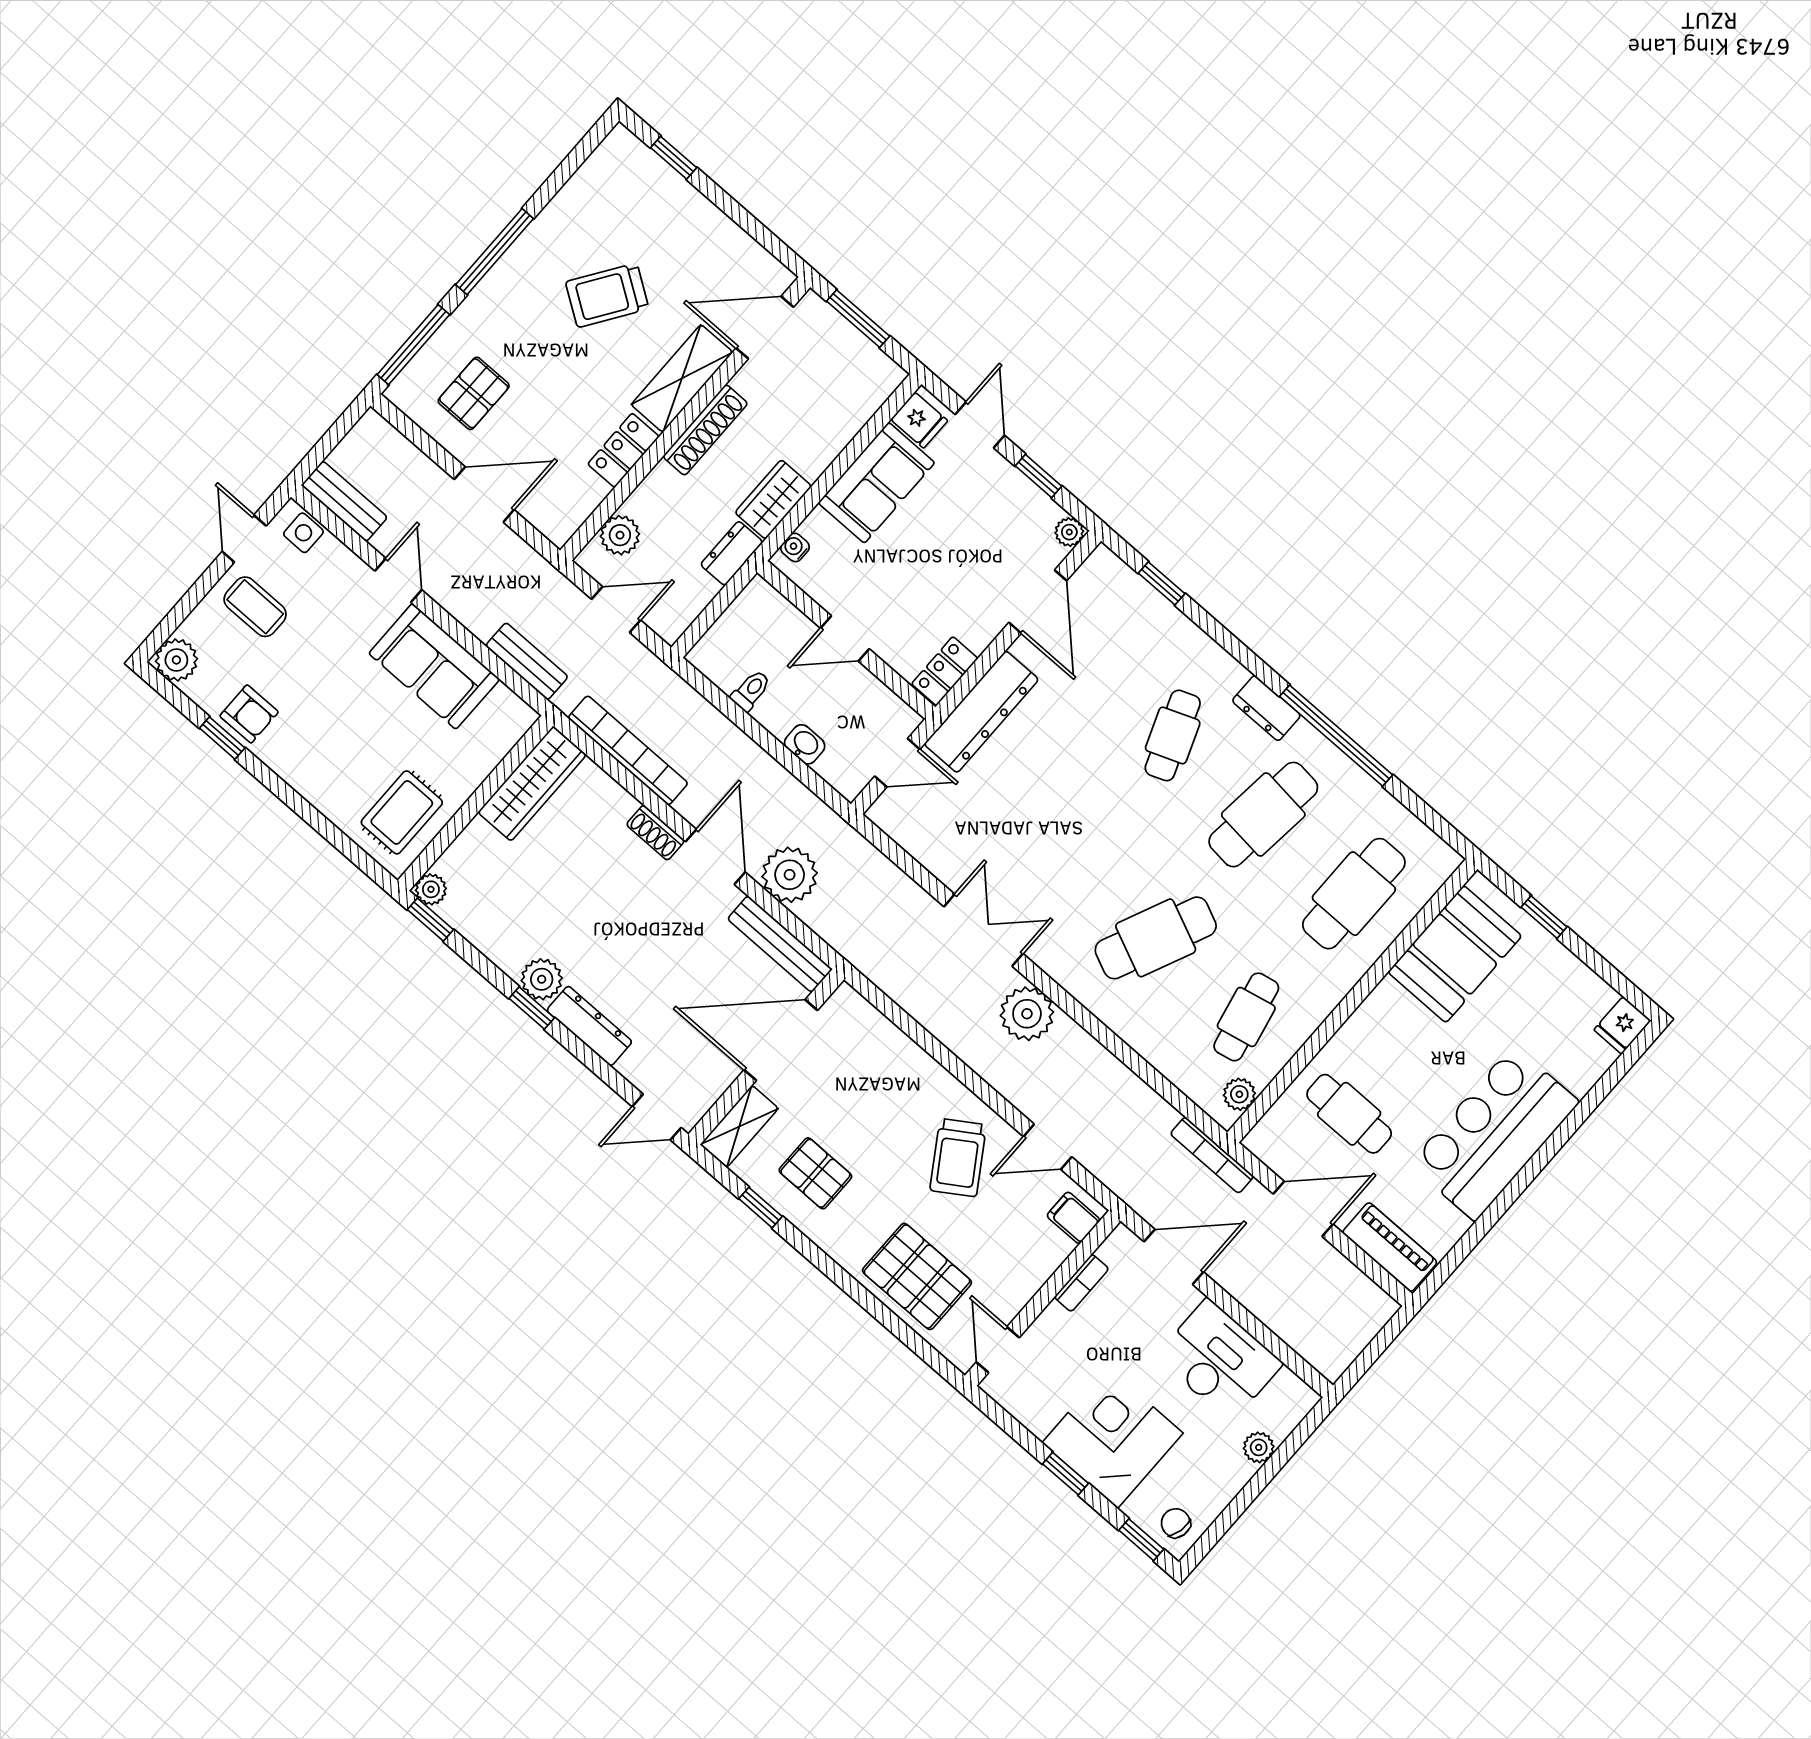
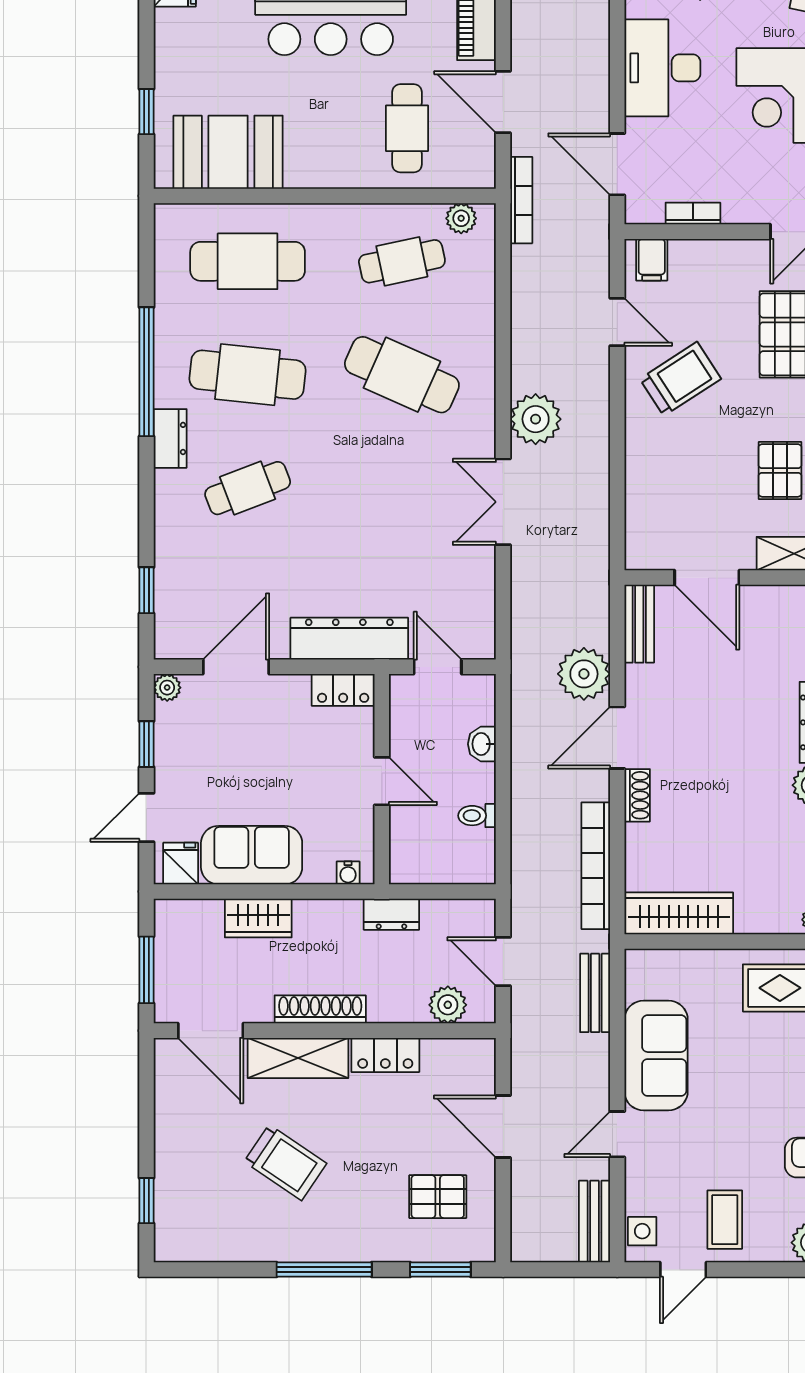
window: (413, 345) -> (440, 1270), width x0.69
wardrobe: (773, 499) -> (258, 918), moved
bench: (780, 944) -> (639, 624), width x0.73
door: (781, 1040) -> (707, 578), width x0.73

